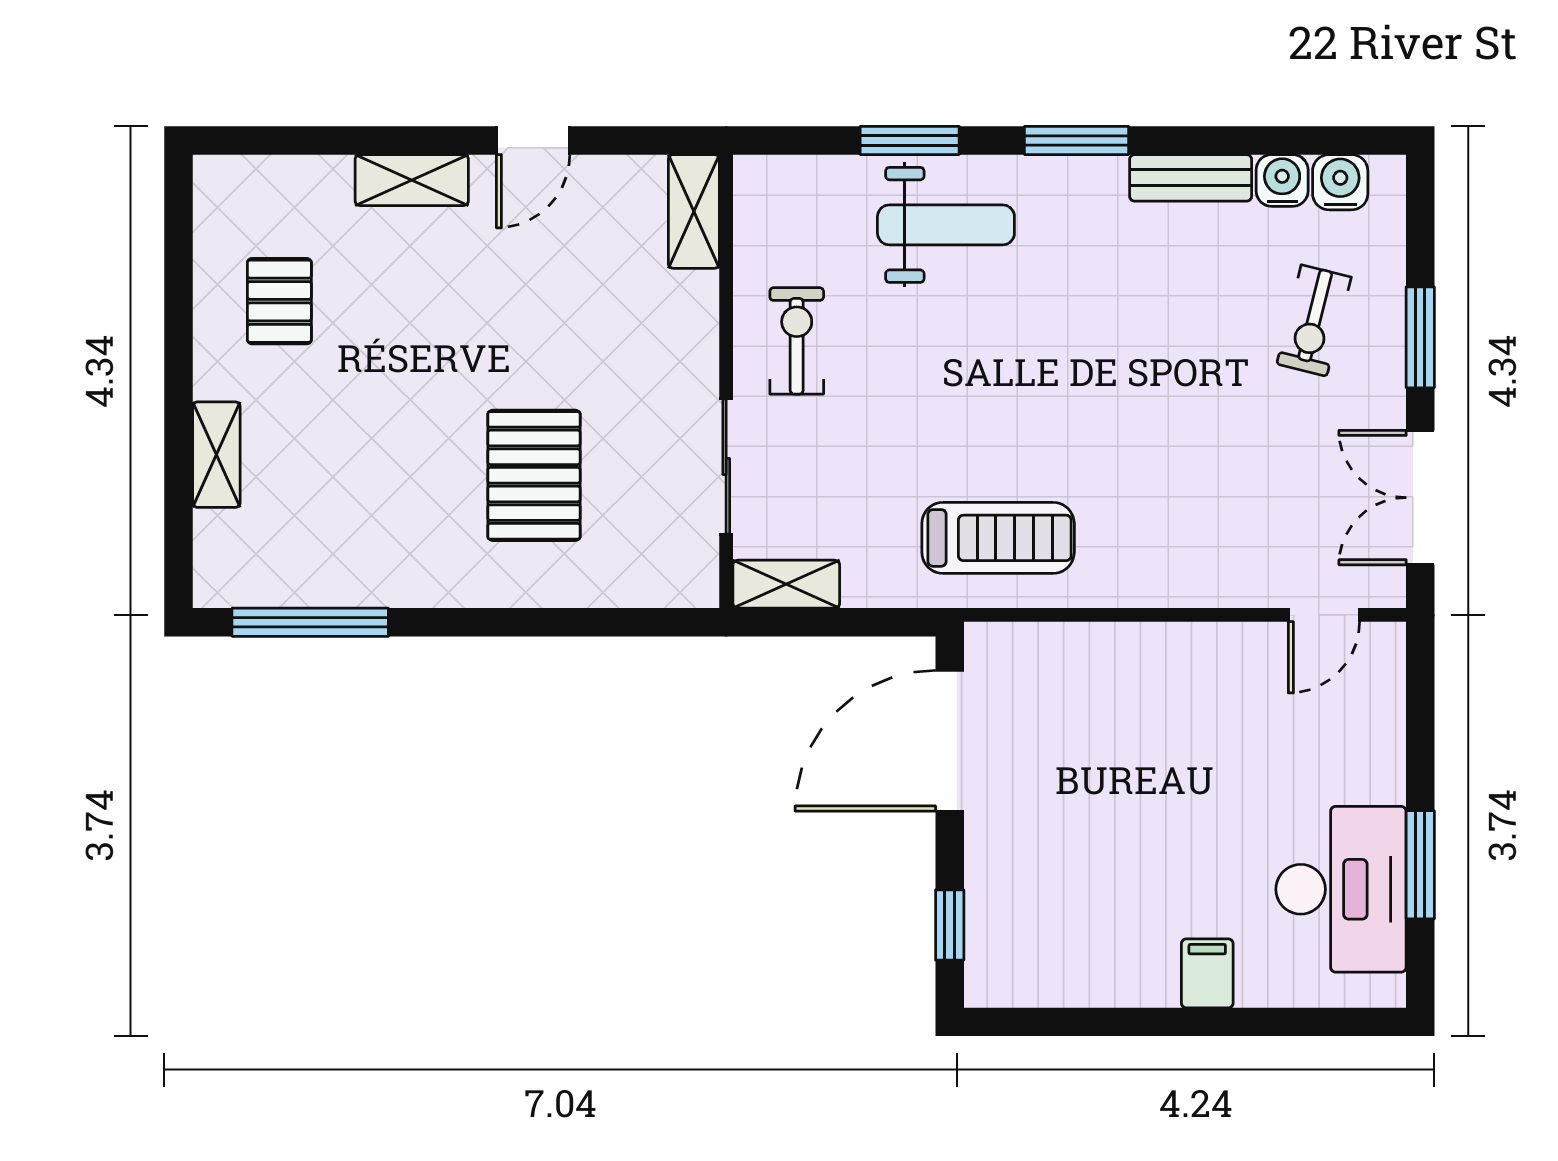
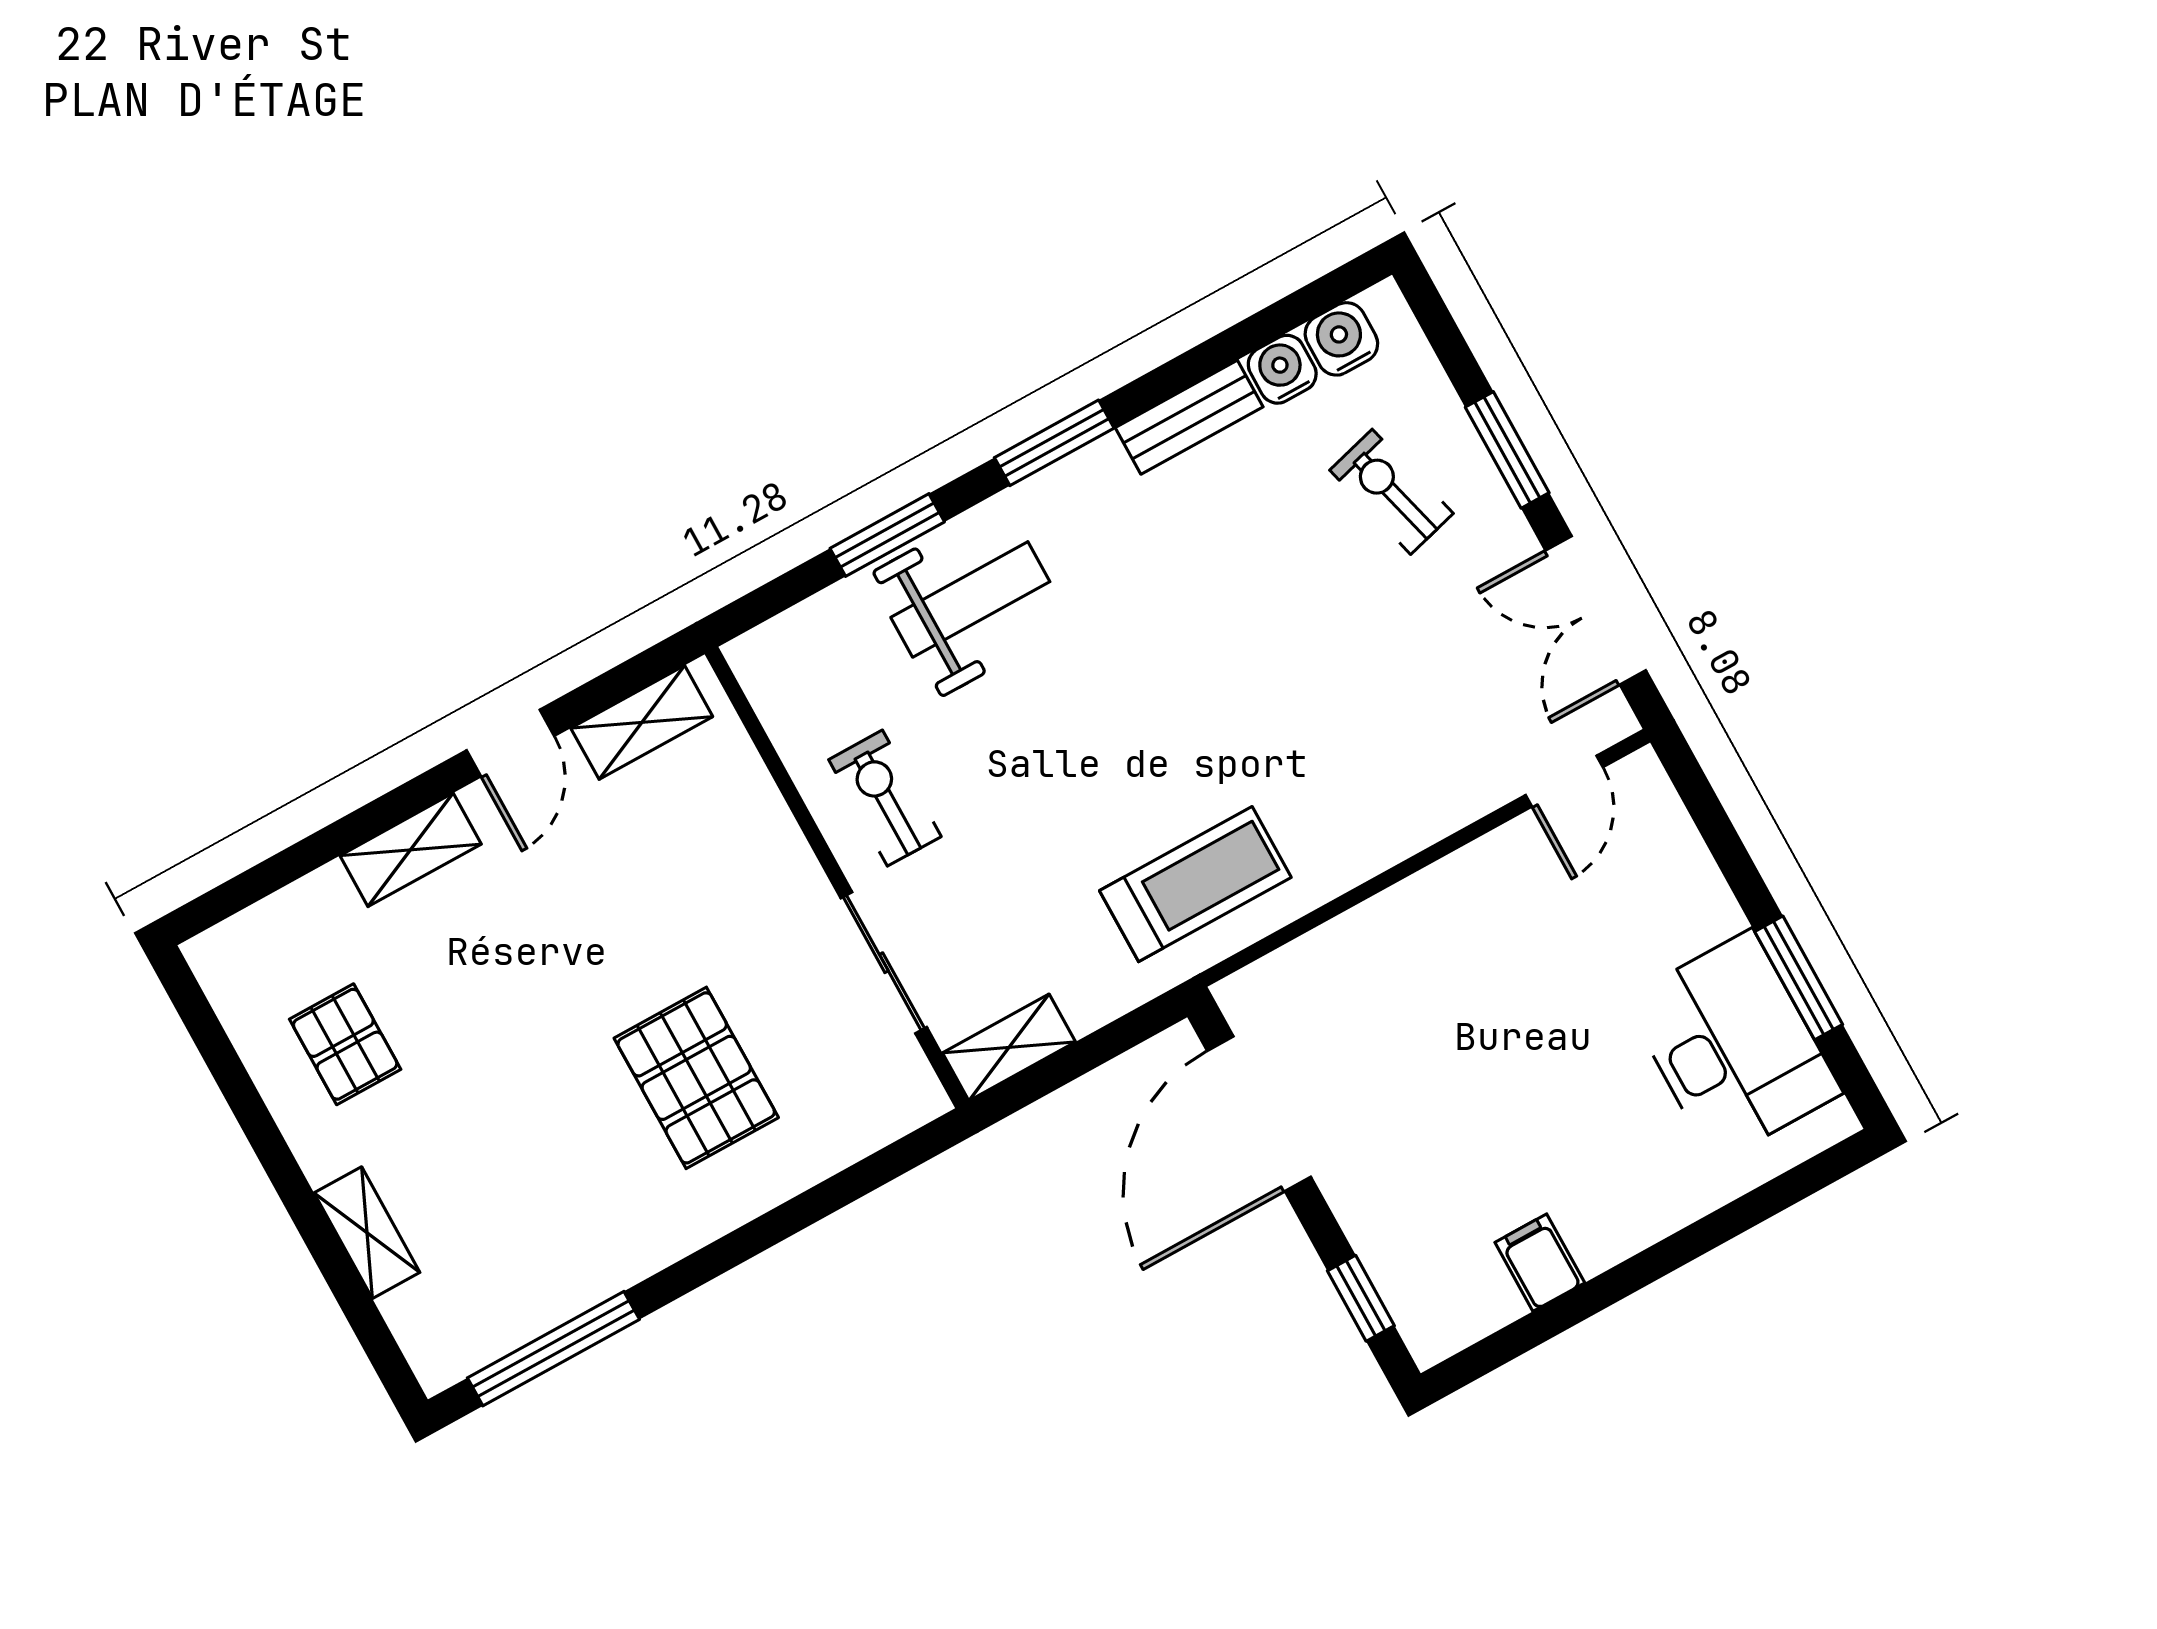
shelving: (694, 211) -> (642, 722), moved, turned 90
exercise bike: (1314, 320) -> (1391, 492), turned 151
filing cabinet: (1207, 973) -> (1540, 1263), moved

